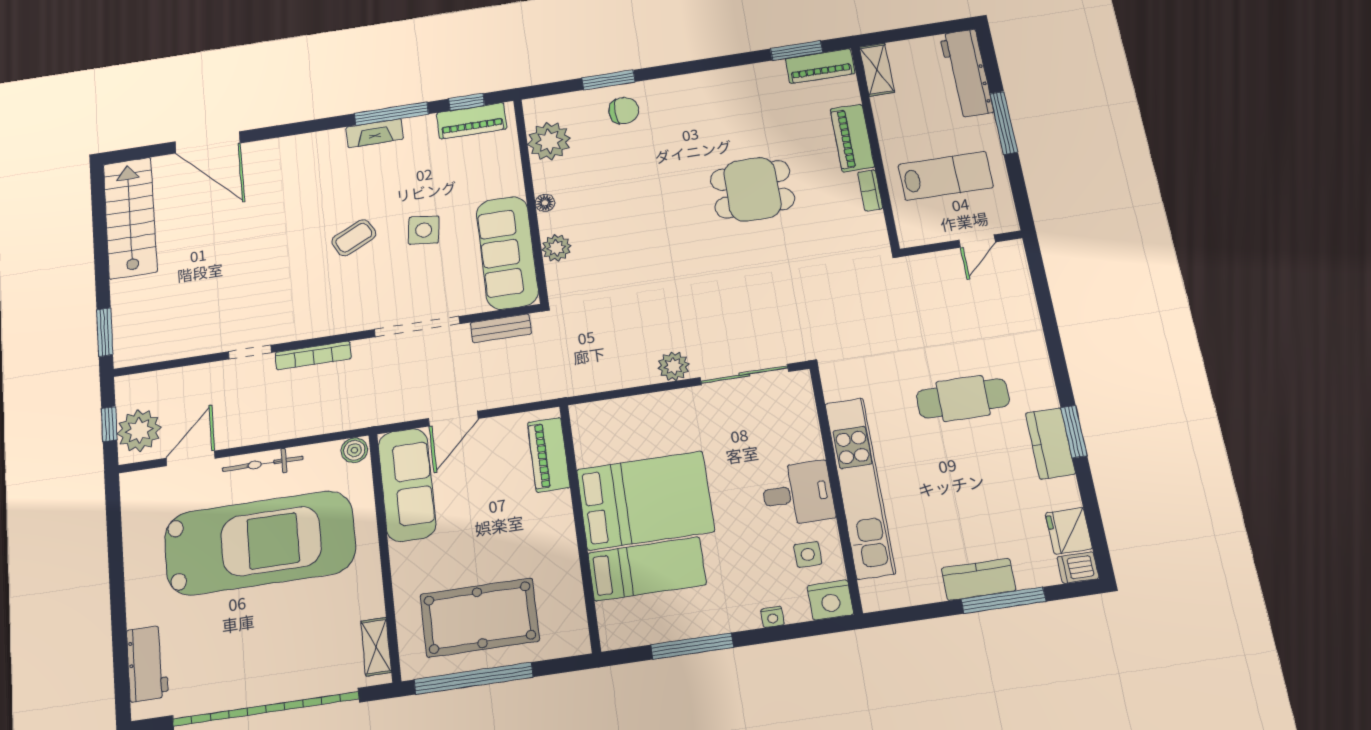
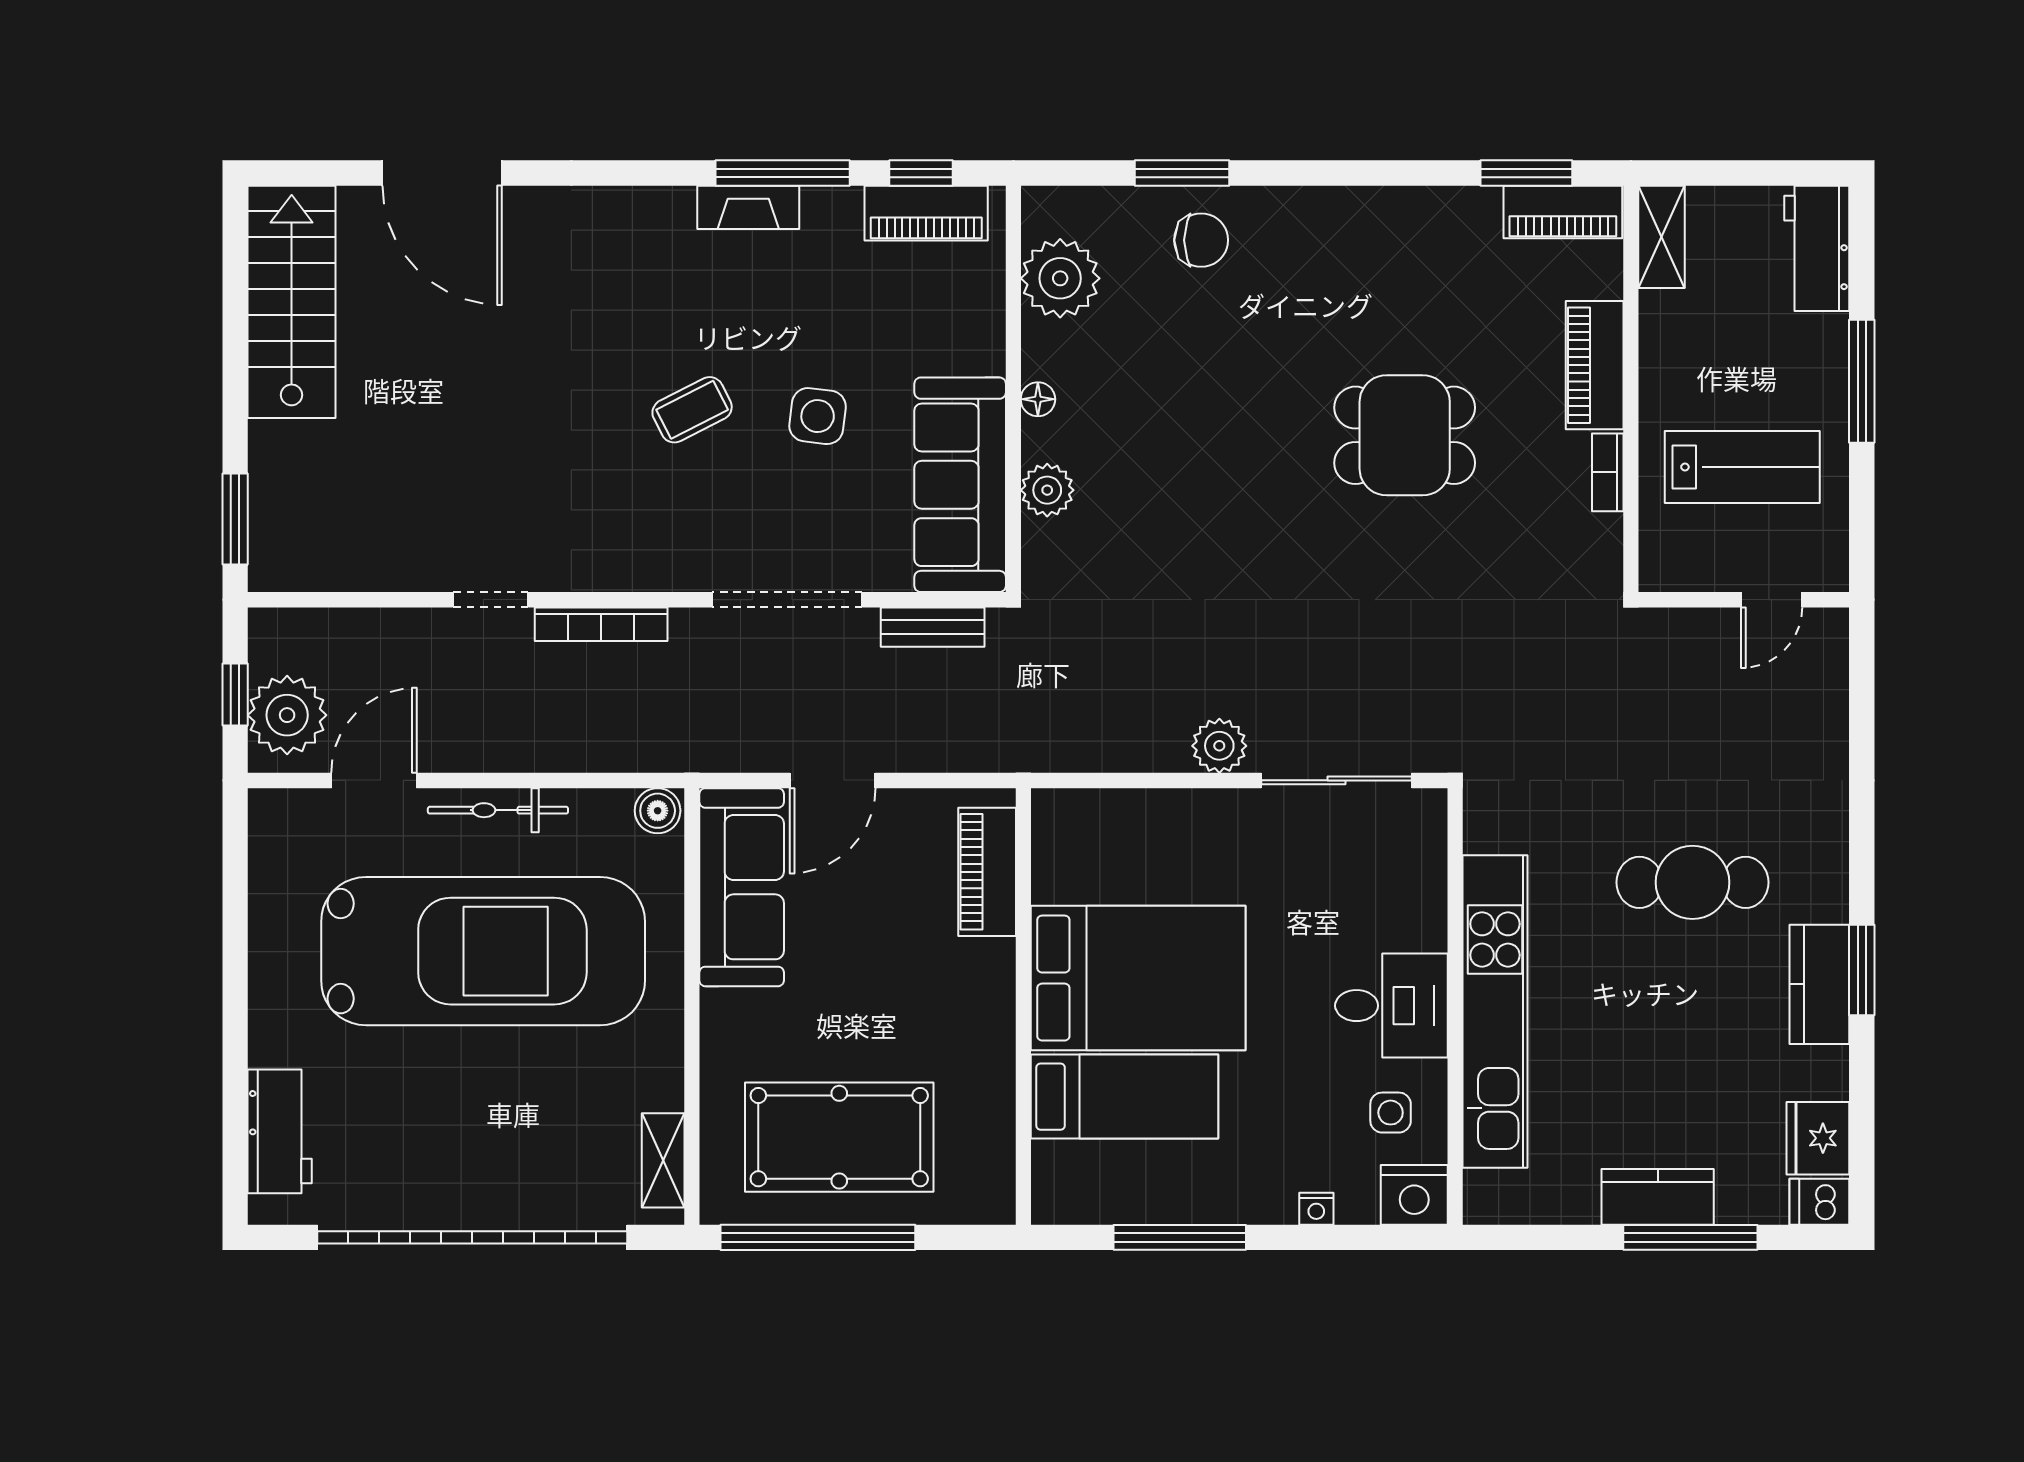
workbench: (967, 73) -> (1817, 248), width x0.73

